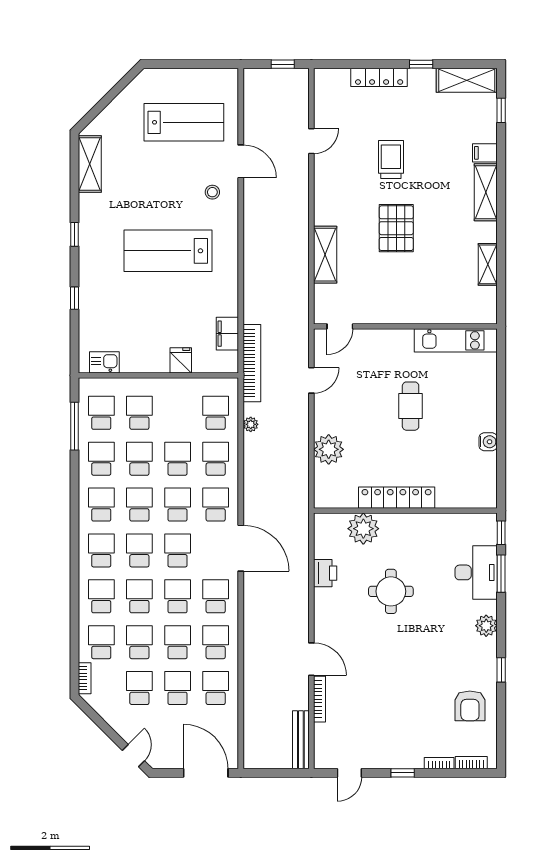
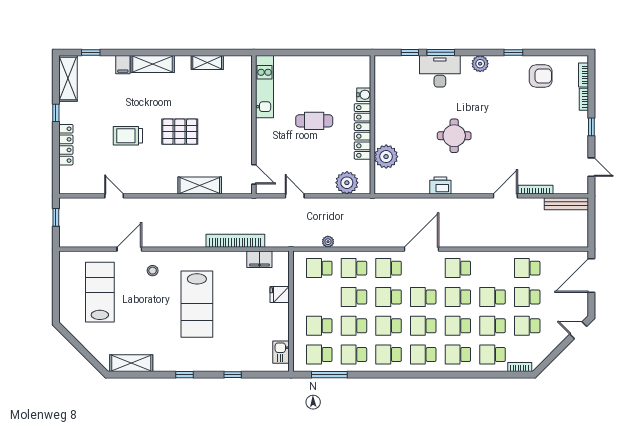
bookcase: (252, 363) -> (235, 241), moved
water cooler: (488, 442) -> (364, 95), moved, turned 90
locker: (397, 498) -> (363, 131), moved
wall: (405, 511) -> (372, 125), moved
plant: (363, 529) -> (386, 157), moved
school desk: (216, 642) -> (493, 268), removed

